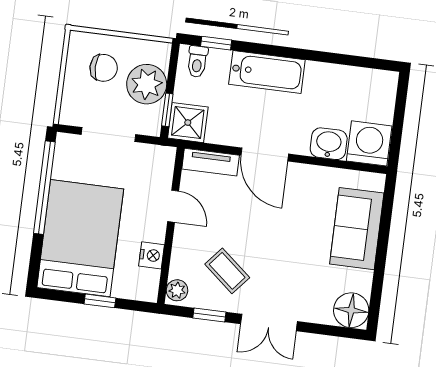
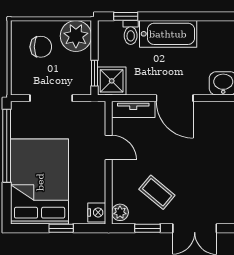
toilet: (197, 61) -> (131, 32), moved
plant: (147, 84) -> (76, 36), moved
nightstand: (152, 255) -> (97, 212), moved

